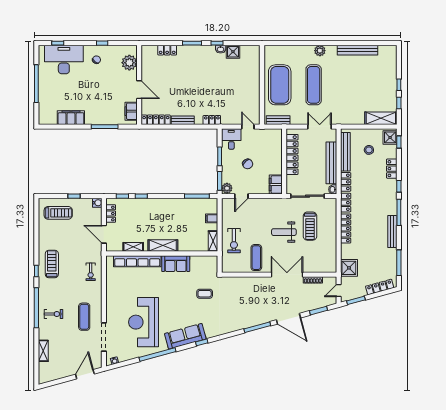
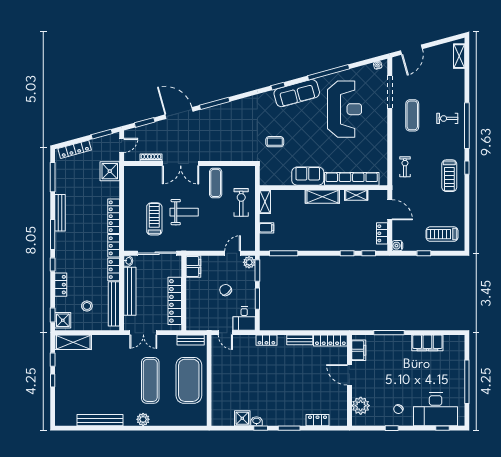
shelving: (43, 351) -> (459, 56), moved

